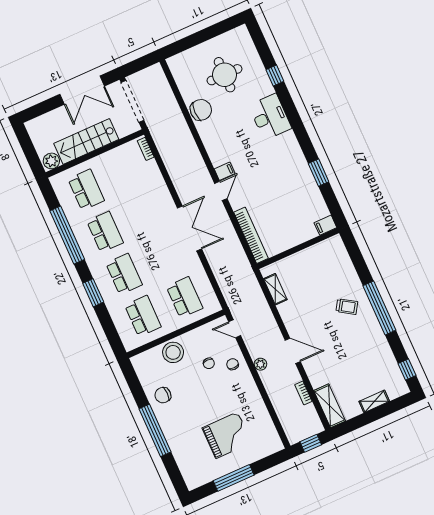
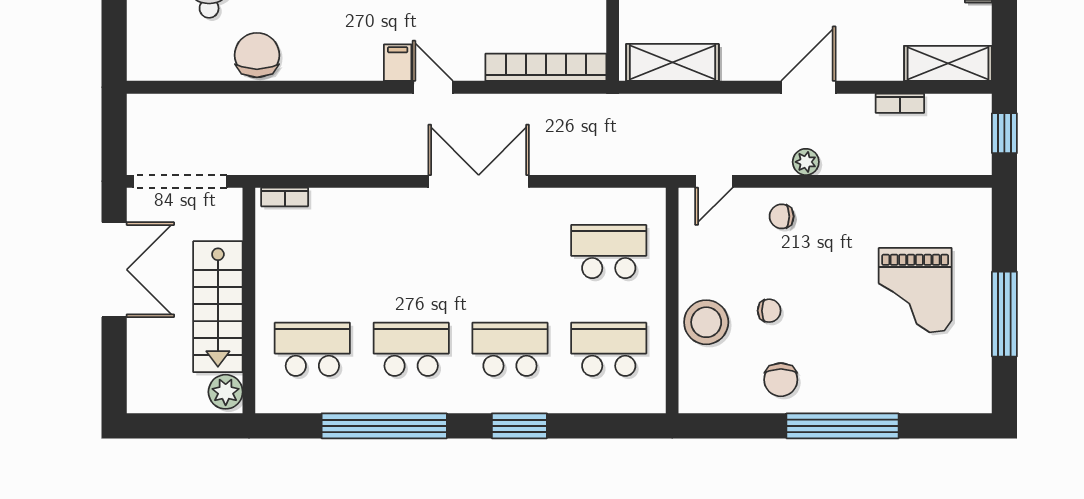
shelving: (275, 289) -> (672, 62), width x1.50, depth x1.33
chair: (209, 363) -> (769, 311), moved
grand piano: (227, 435) -> (915, 290), turned 180

